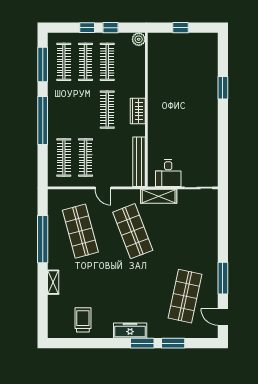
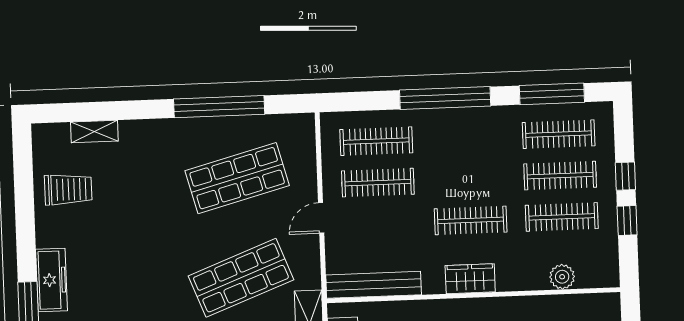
plant: (139, 39) -> (562, 277), moved
shelving: (53, 282) -> (94, 131), moved

